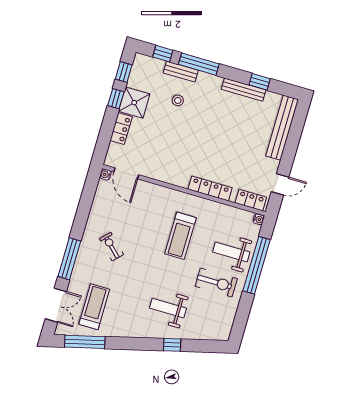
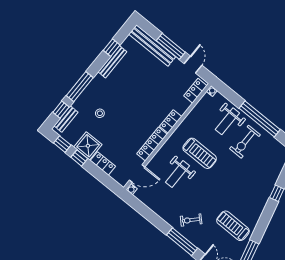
bench: (181, 72) -> (66, 119), moved
window: (290, 150) -> (171, 46), added
locker: (168, 176) -> (152, 144), added
locker: (210, 189) -> (171, 121), width x0.66
exercise bike: (111, 247) -> (191, 220), moved
window: (257, 265) -> (260, 119), moved
exercise bike: (216, 282) -> (245, 142), turned 180
treadmill: (94, 307) -> (233, 226), moved
weight bench: (168, 308) -> (178, 174), moved

